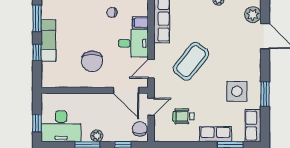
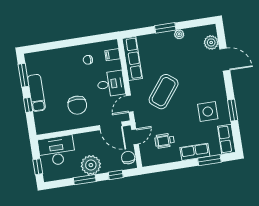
filing cabinet: (140, 23) -> (113, 55), moved
desk: (61, 126) -> (57, 151), moved, turned 180
plant: (97, 136) -> (91, 165), width x1.88, depth x1.88

